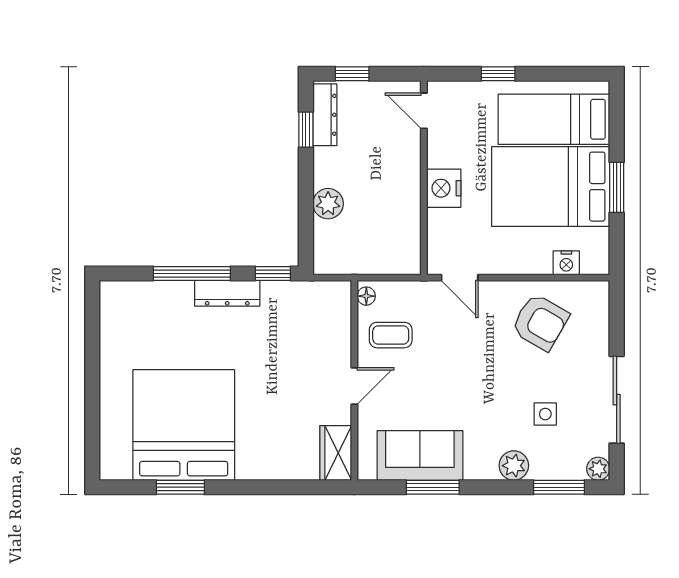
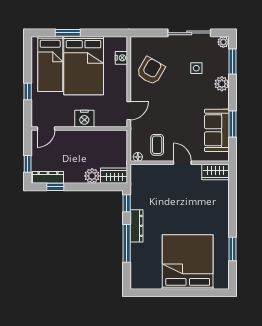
window: (617, 187) -> (68, 33), moved
wardrobe: (328, 248) -> (114, 176), added
bed: (184, 425) -> (188, 262), moved, turned 90

